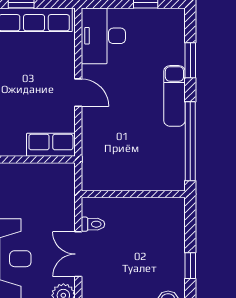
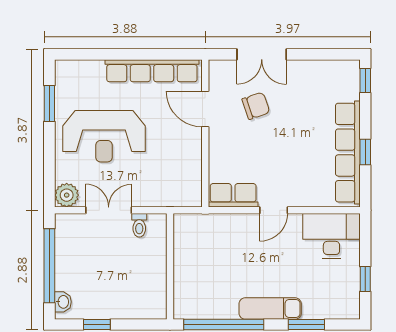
row of seats: (51, 145) -> (233, 195), moved, turned -90

